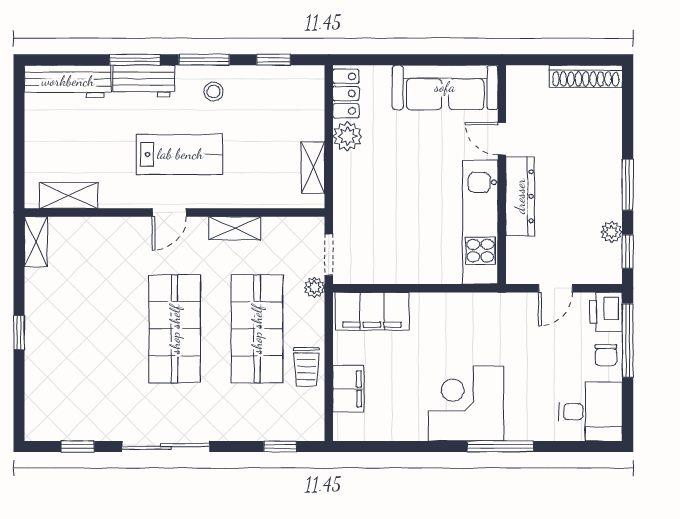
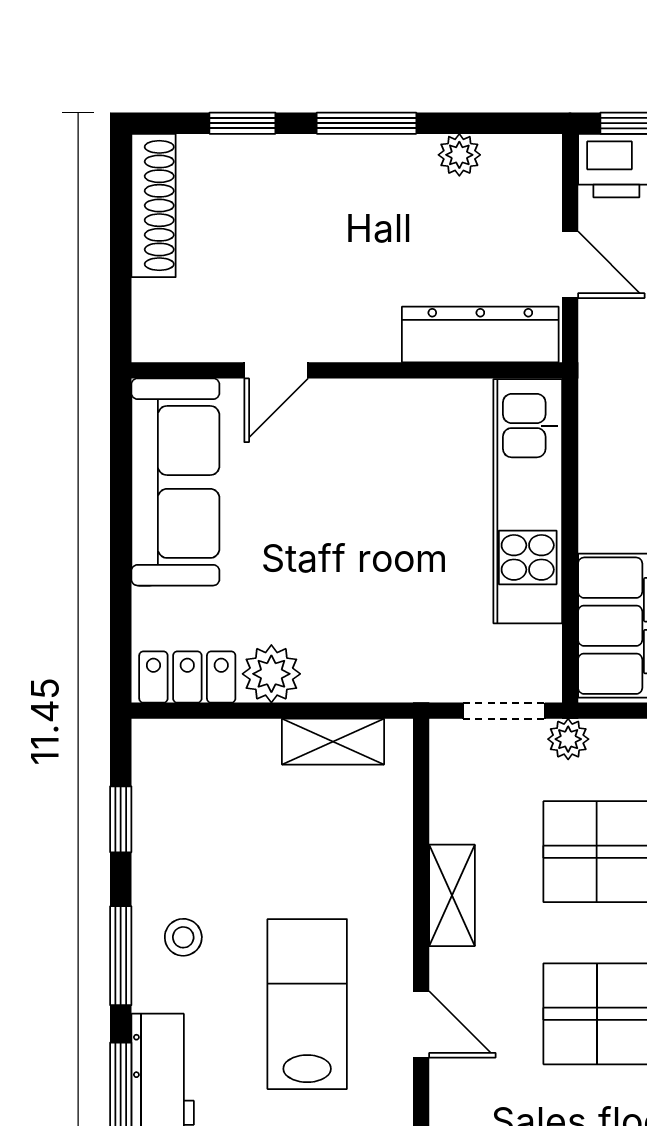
dresser: (520, 196) -> (480, 335), moved
kitchen unit: (480, 222) -> (528, 501), moved, turned 90
window: (628, 252) -> (242, 123), moved

